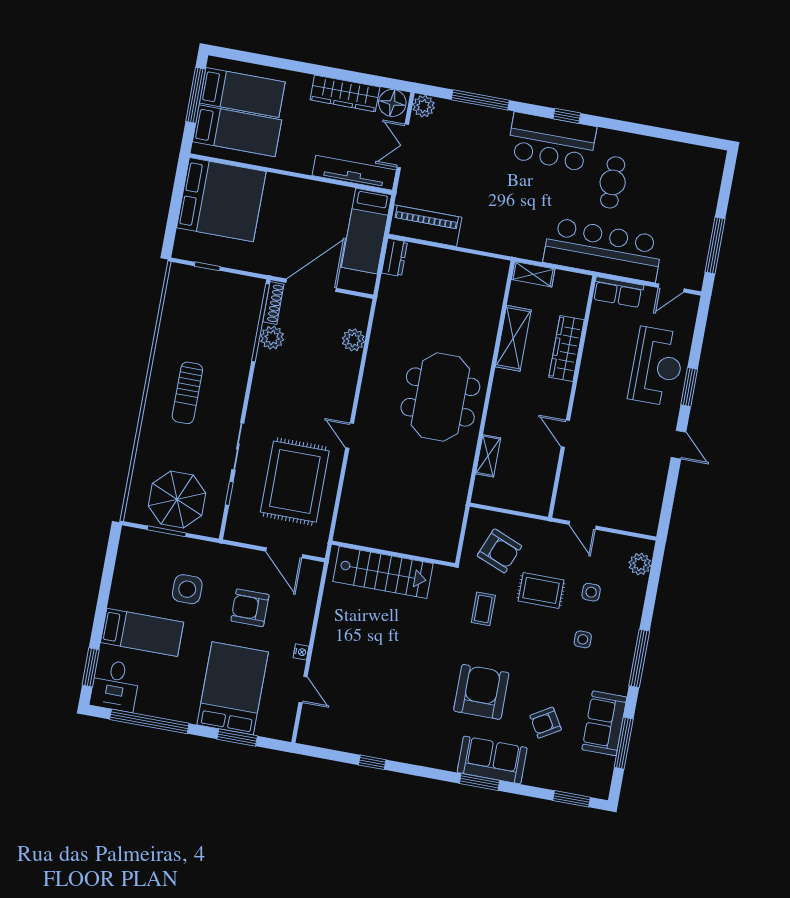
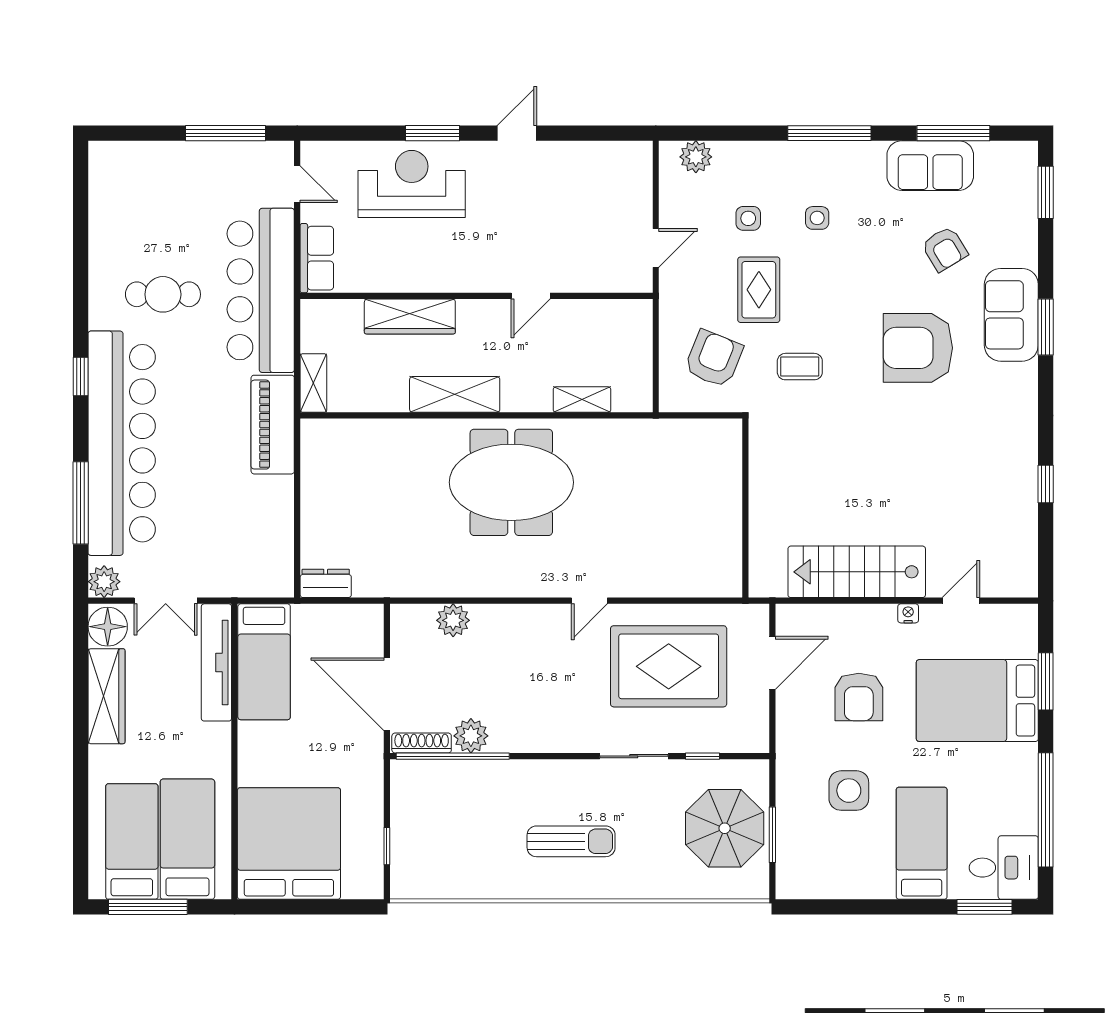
bar counter: (551, 142) -> (122, 443), width x1.86
piano: (425, 226) -> (273, 425), moved
bed: (367, 231) -> (264, 662), moved, turned 90
shelving: (513, 338) -> (455, 394), moved
stairs: (383, 572) -> (857, 572), moved, turned -90

